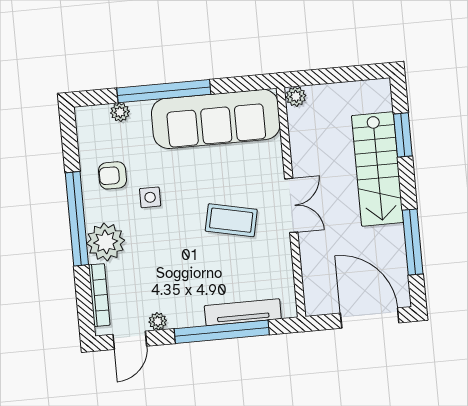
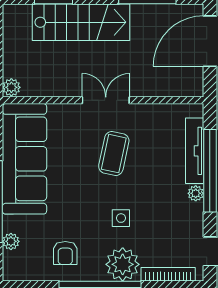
side table: (150, 197) -> (121, 218), moved
plant: (158, 321) -> (196, 193), moved

